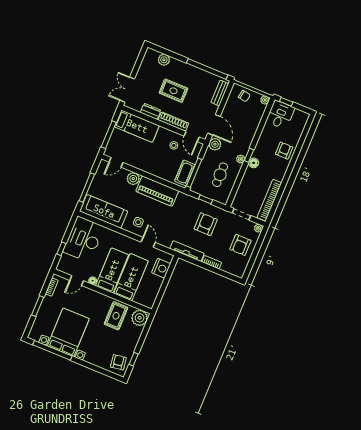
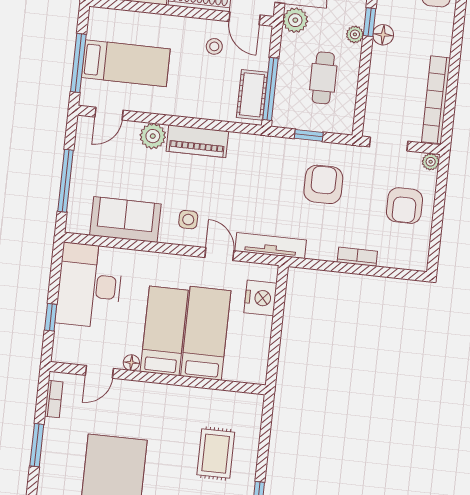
bed: (137, 126) -> (126, 63), moved
piano: (157, 191) -> (197, 141), width x0.73, depth x0.75
sofa: (104, 211) -> (125, 220), width x0.73
tv unit: (187, 251) -> (271, 246), moved
rug: (116, 316) -> (216, 454), moved
plant: (140, 318) -> (246, 409), removed

